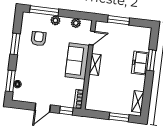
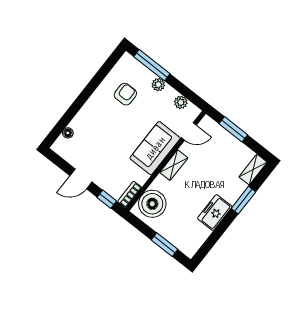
window: (15, 44) -> (94, 84), removed
freezer: (140, 63) -> (215, 213), moved
window: (11, 81) -> (62, 124), removed
boiler: (96, 96) -> (152, 204), added
shelving: (138, 102) -> (253, 170), moved

